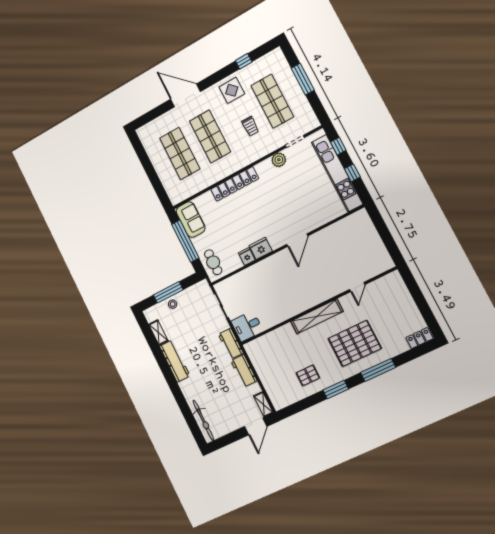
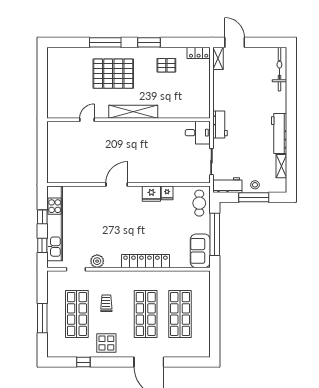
locker: (419, 338) -> (199, 53), moved
workbench: (244, 371) -> (227, 185), moved, turned -90
door: (256, 426) -> (235, 42), hinge flipped

